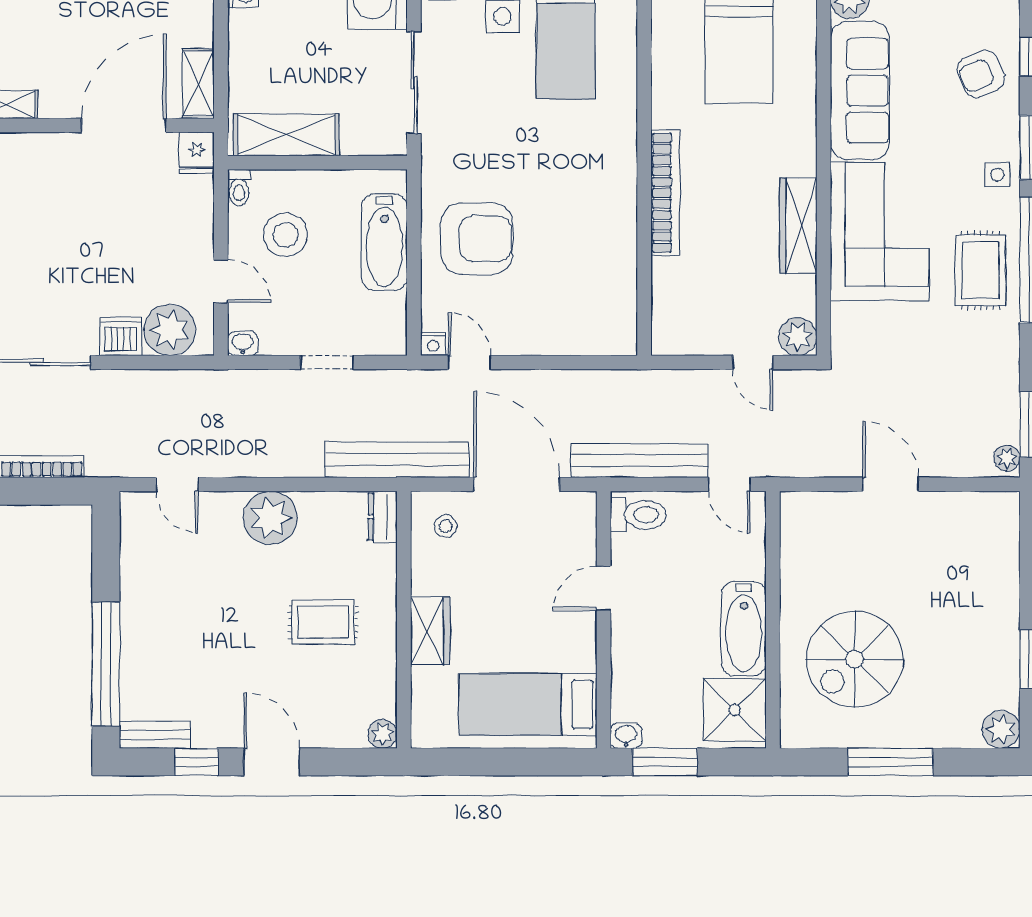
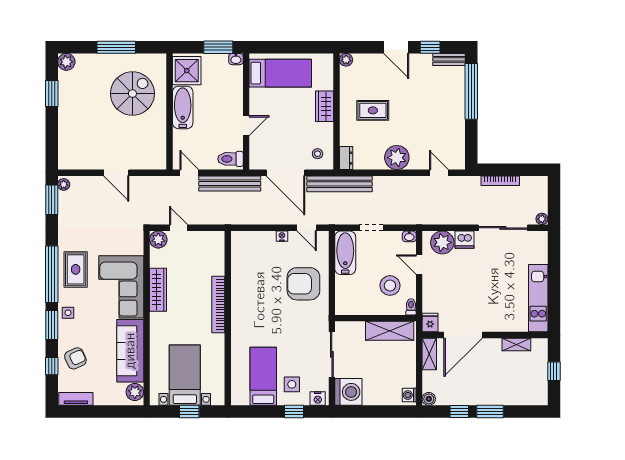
bathtub: (384, 242) -> (345, 253), moved
nightstand: (433, 344) -> (282, 236), moved

